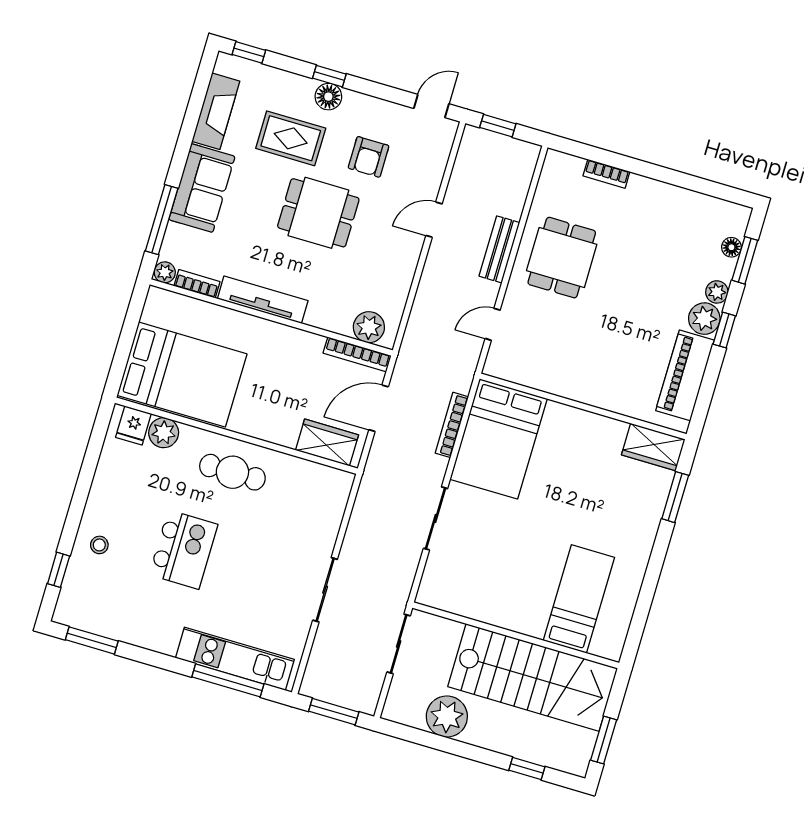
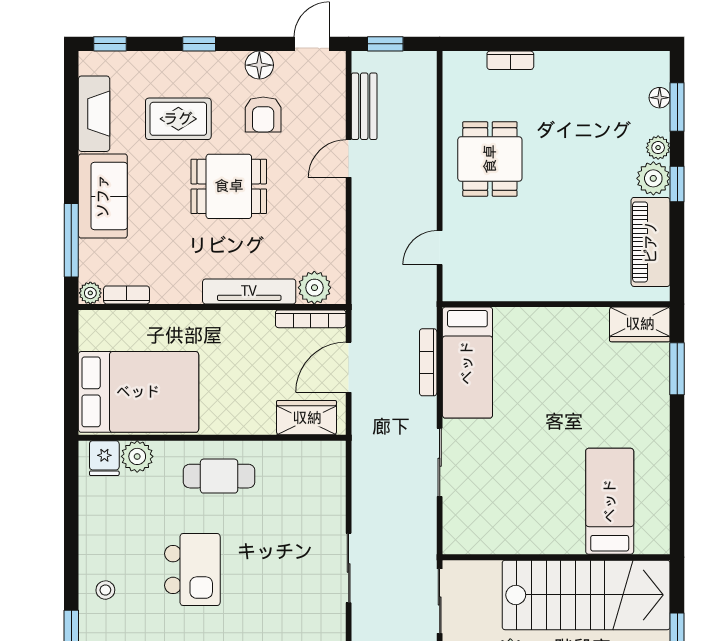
floor lamp: (328, 97) -> (259, 65), moved
bench: (499, 249) -> (364, 106), moved
tv unit: (263, 300) -> (249, 291), moved
bed: (499, 439) -> (467, 363), width x0.67

